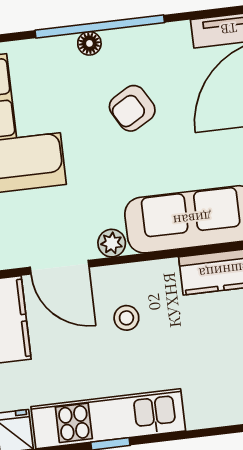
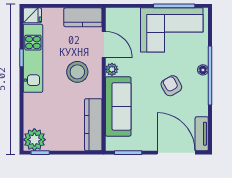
door: (60, 267) -> (104, 44), swing flipped
stool: (126, 318) -> (77, 72), width x1.89, depth x1.89

